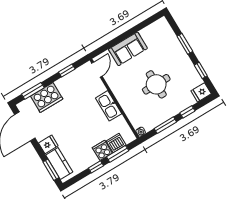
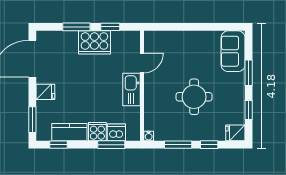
sofa: (128, 49) -> (233, 51), moved, turned 90
door: (97, 70) -> (142, 63), moved
window: (33, 91) -> (76, 27), moved
cooker: (47, 98) -> (94, 42), moved
kitchen counter: (59, 163) -> (69, 132), moved, turned -90
window: (96, 167) -> (59, 145), moved

